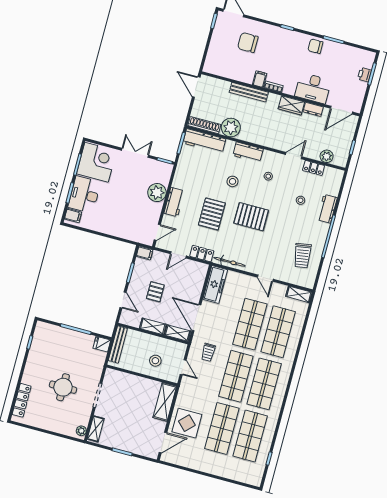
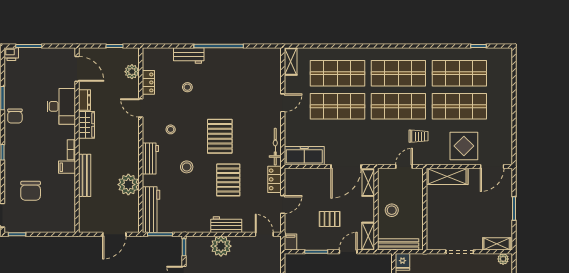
printer: (364, 75) -> (11, 54), moved
door: (196, 87) -> (114, 234), moved
shoe rack: (204, 125) -> (134, 214), removed
pallet: (212, 214) -> (228, 180), turned 90
door: (178, 255) -> (283, 205), hinge flipped
trolley: (302, 256) -> (247, 69), removed
shelving: (153, 326) -> (368, 236), moved
trolley: (208, 352) -> (419, 136), moved
stool: (155, 361) -> (392, 210), moved
door: (163, 443) -> (492, 167), swing flipped

